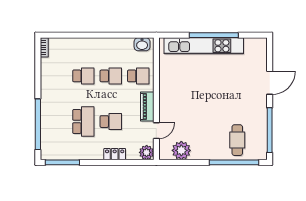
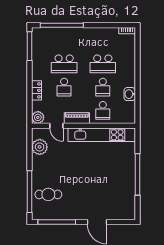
washbasin: (142, 44) -> (130, 94), moved
kitchen unit: (204, 46) -> (102, 135), moved, turned -90
school desk: (83, 76) -> (103, 64), width x1.85

